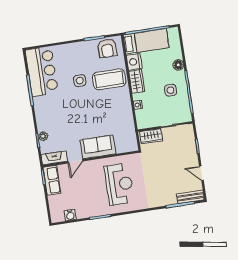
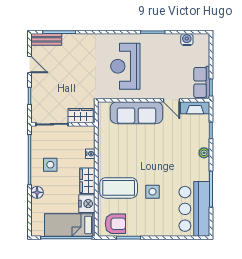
armchair: (107, 48) -> (115, 224), turned 90
plant: (43, 136) -> (204, 153), moved
sofa: (98, 147) -> (136, 113), width x1.36
door: (75, 161) -> (172, 100), swing flipped

